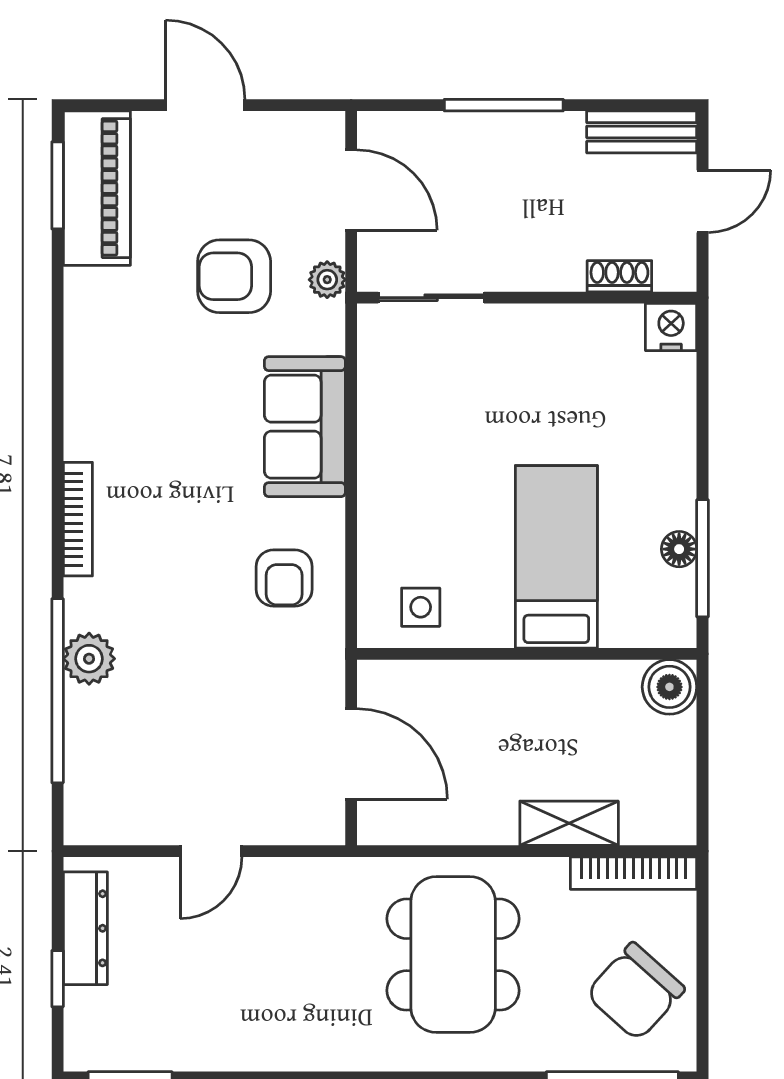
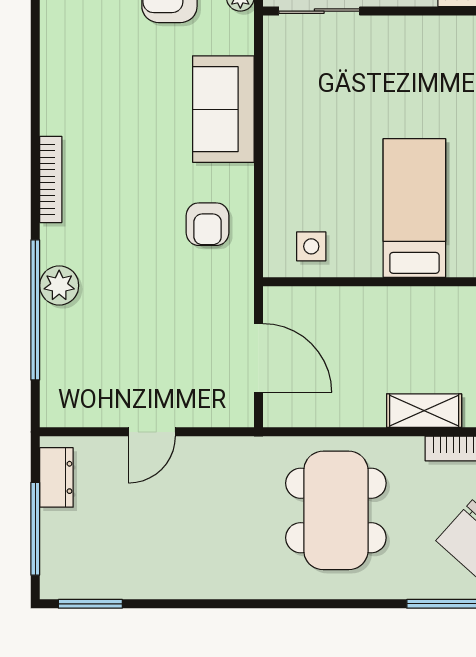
dresser: (85, 928) -> (56, 477), width x0.70
window: (58, 979) -> (35, 529), width x2.17

